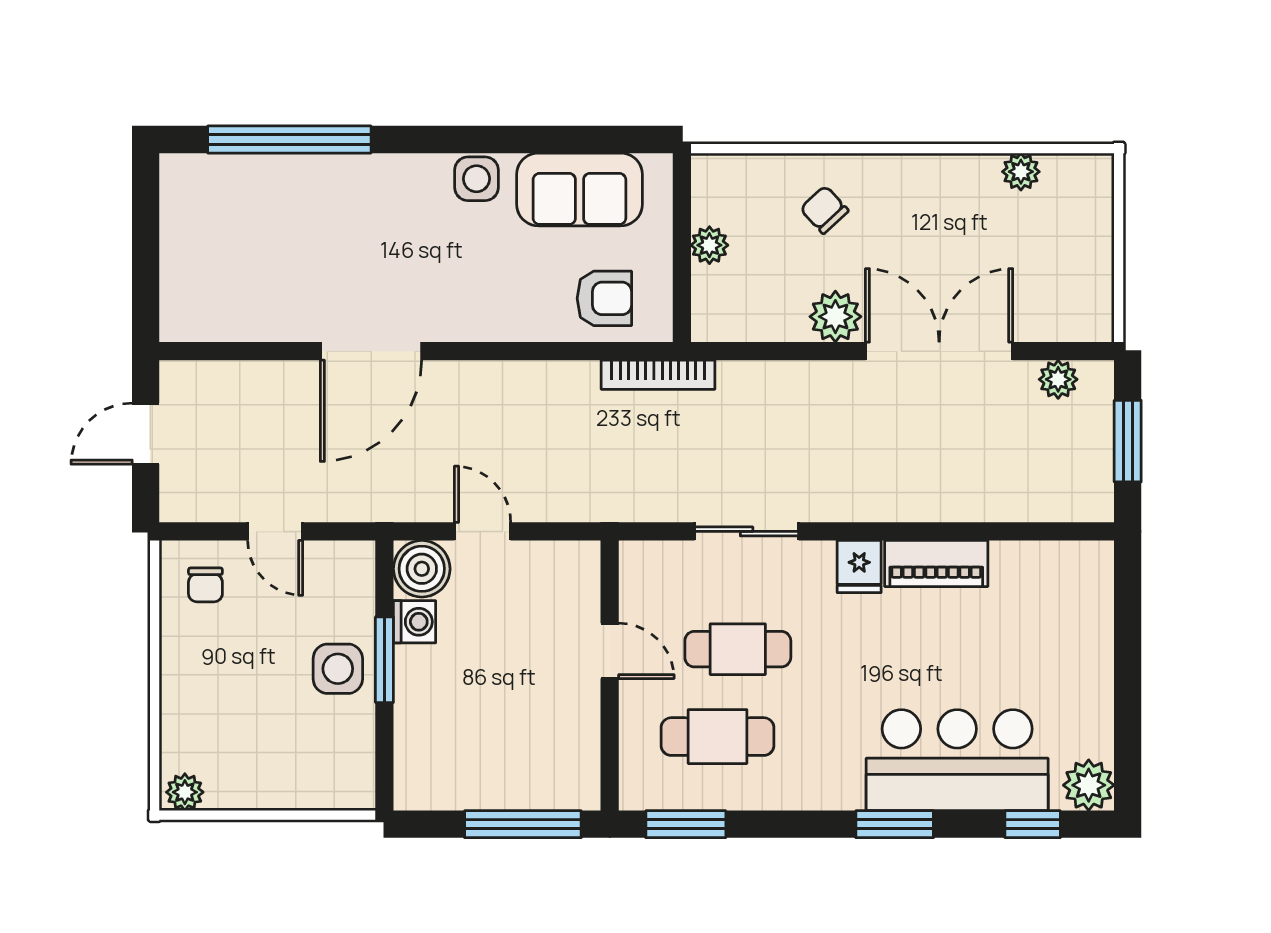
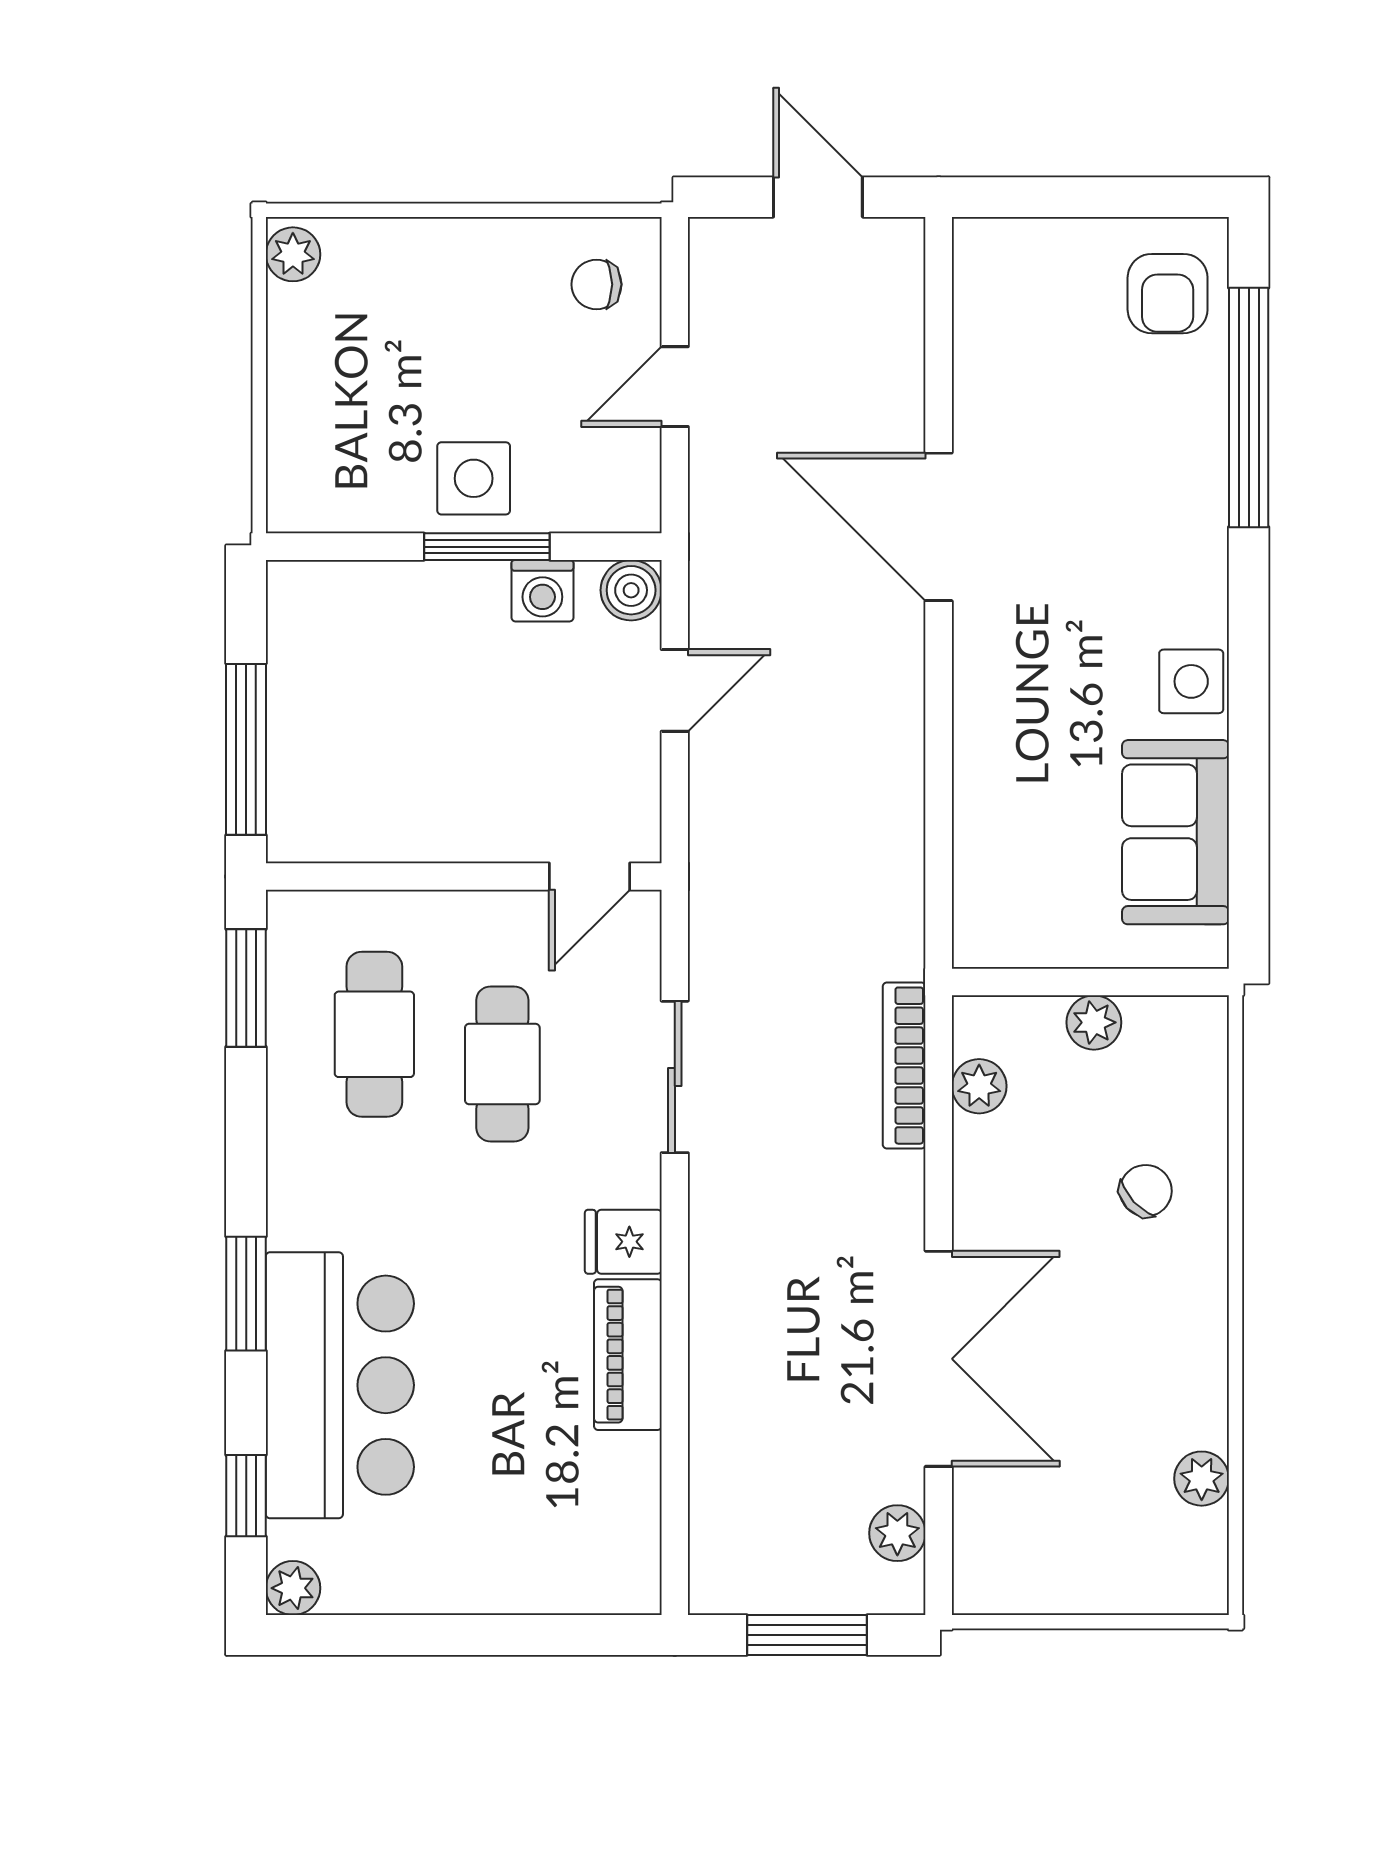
armchair: (604, 298) -> (1168, 294), moved
plant: (835, 317) -> (979, 1086), moved, width x0.73, depth x0.73
bookcase: (658, 375) -> (904, 1066), moved
boiler: (422, 569) -> (631, 590), width x0.73, depth x0.73
door: (610, 651) -> (589, 876), moved
plant: (1089, 785) -> (293, 1588), width x0.73, depth x0.73

